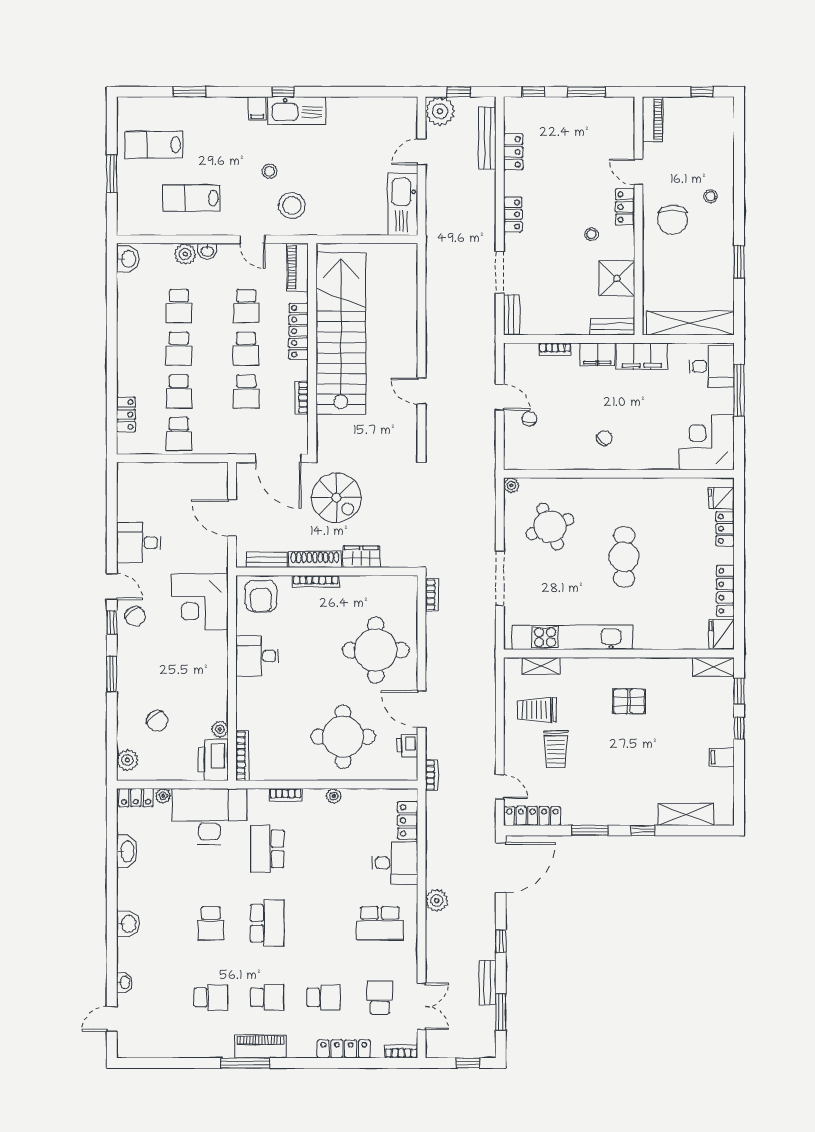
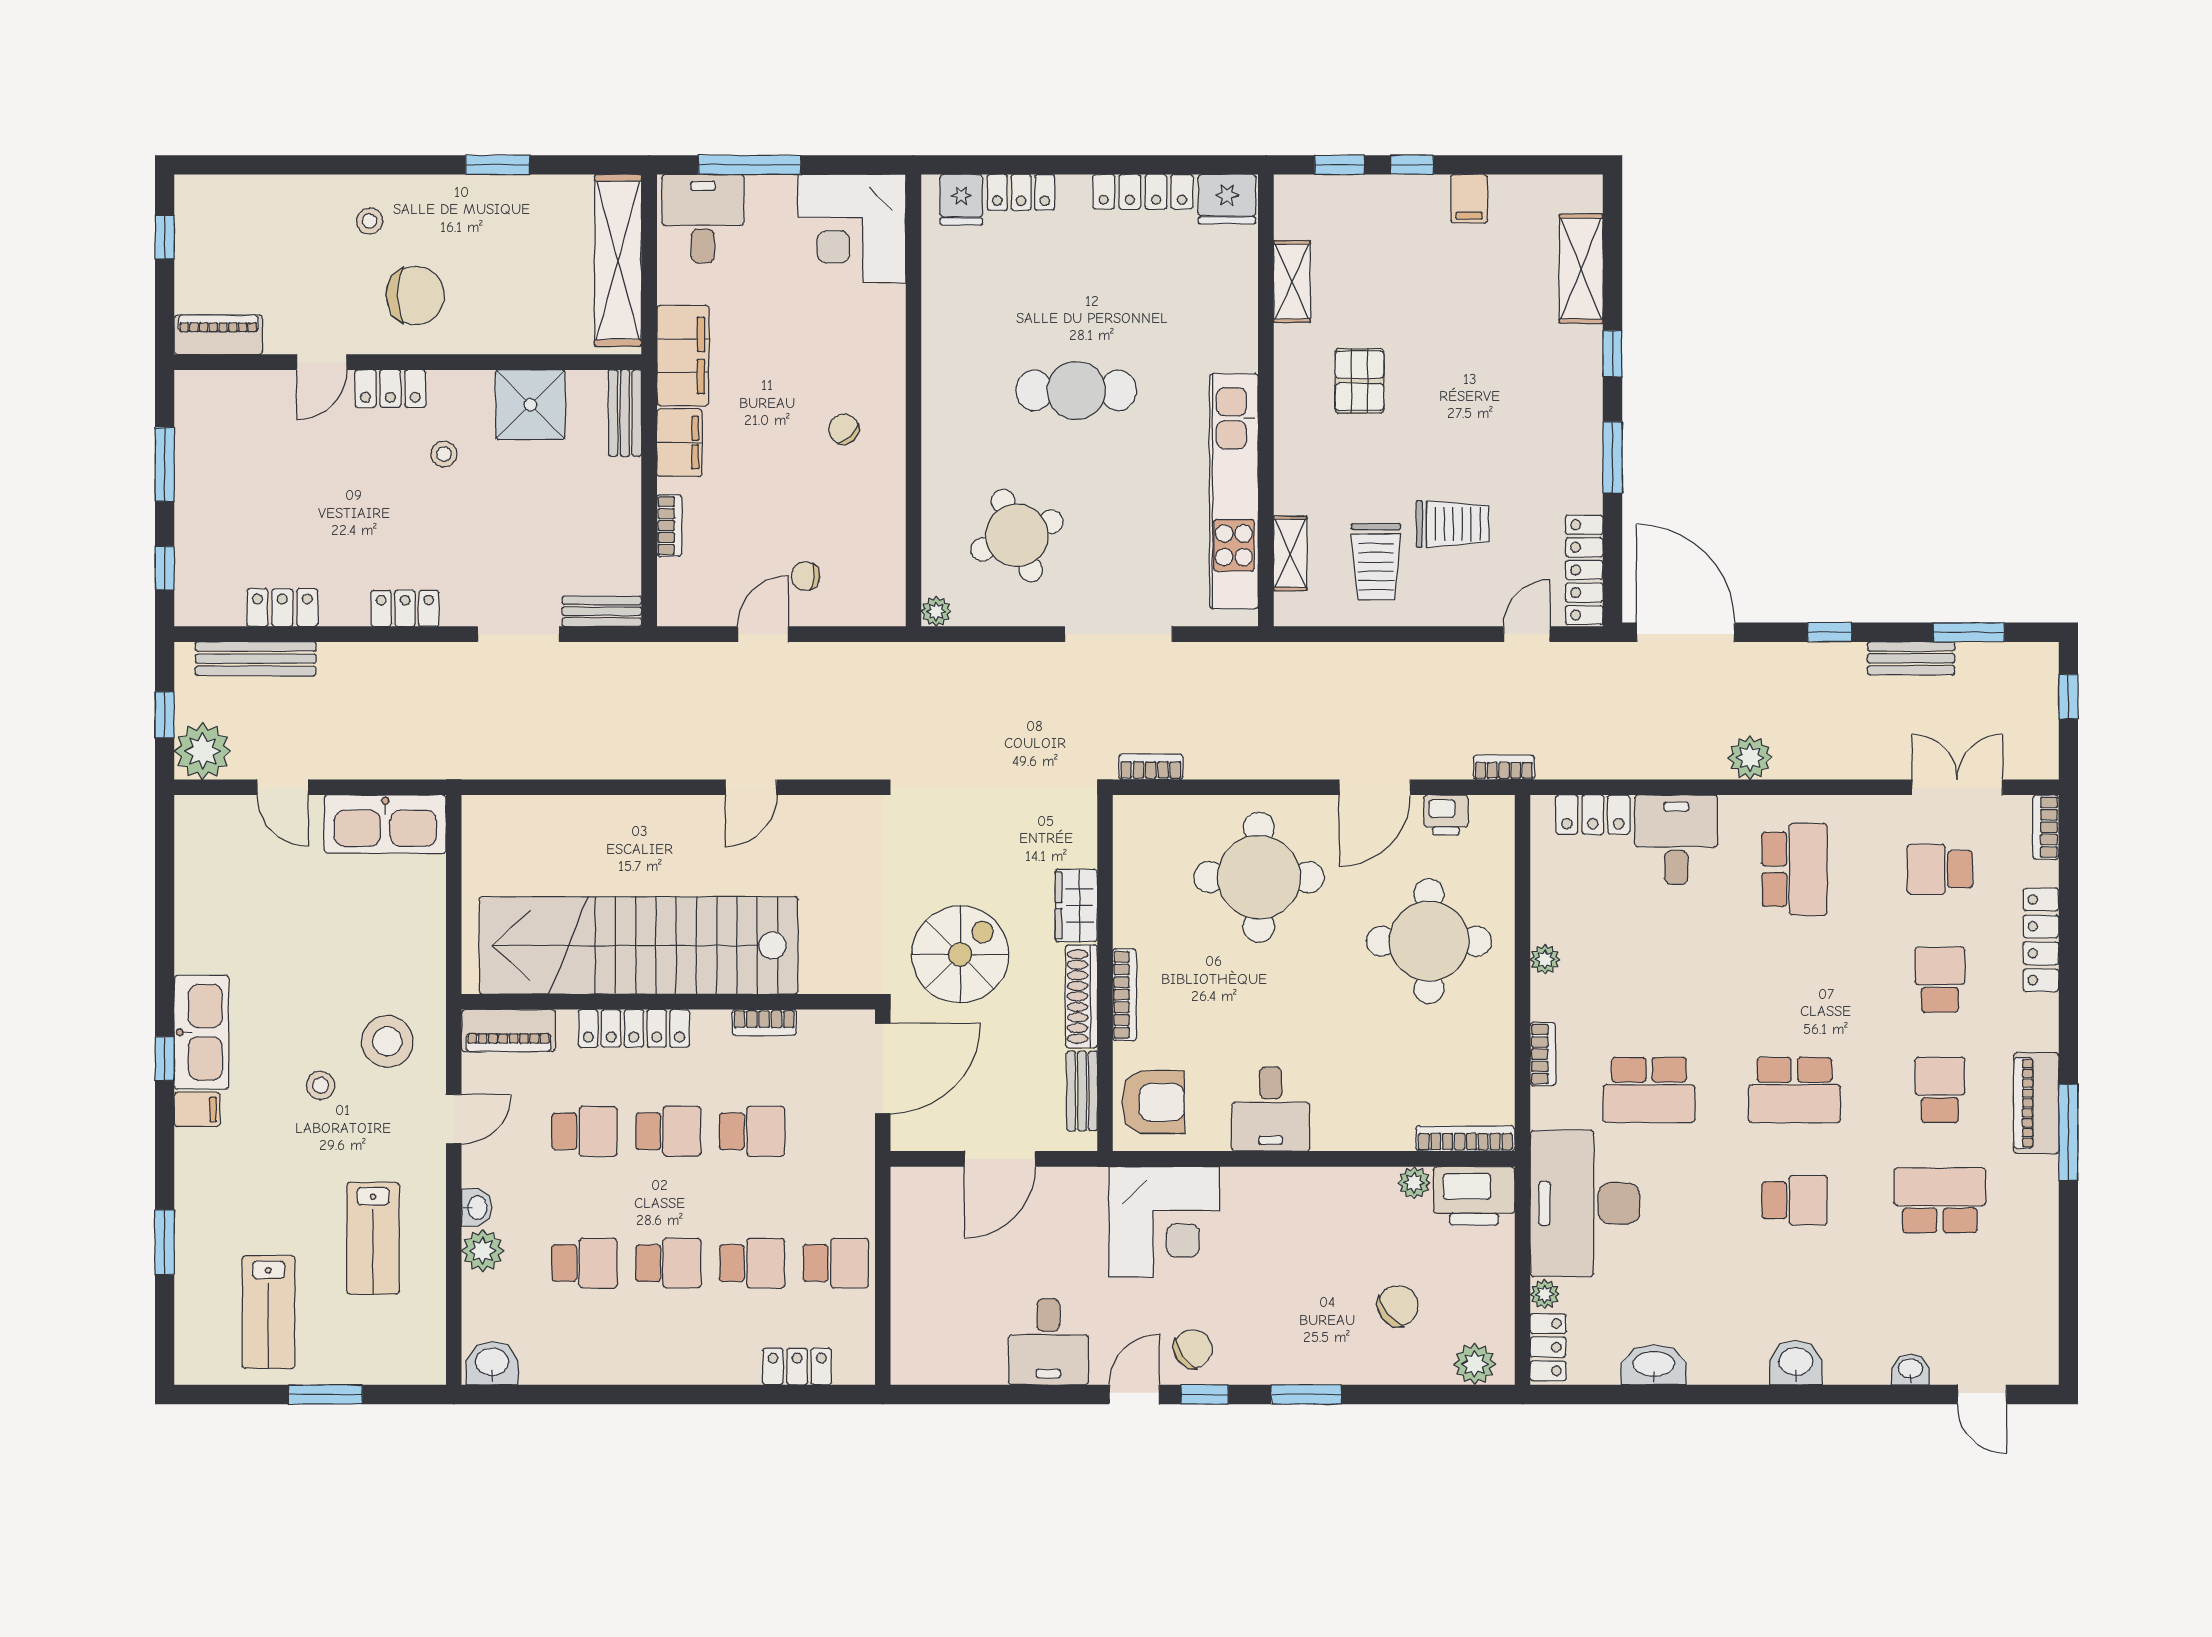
shelving: (713, 667) -> (1292, 281), moved
school desk: (267, 923) -> (1794, 1090), turned 180
school desk: (211, 997) -> (1940, 1200), width x1.85

